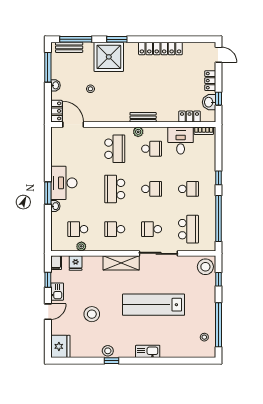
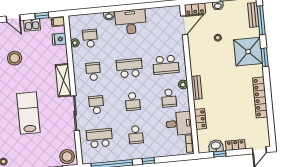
locker: (190, 117) -> (200, 119), moved
window: (48, 193) -> (120, 8), removed
school desk: (188, 229) -> (100, 138), turned 180
lab bench: (154, 305) -> (28, 113), width x0.73

